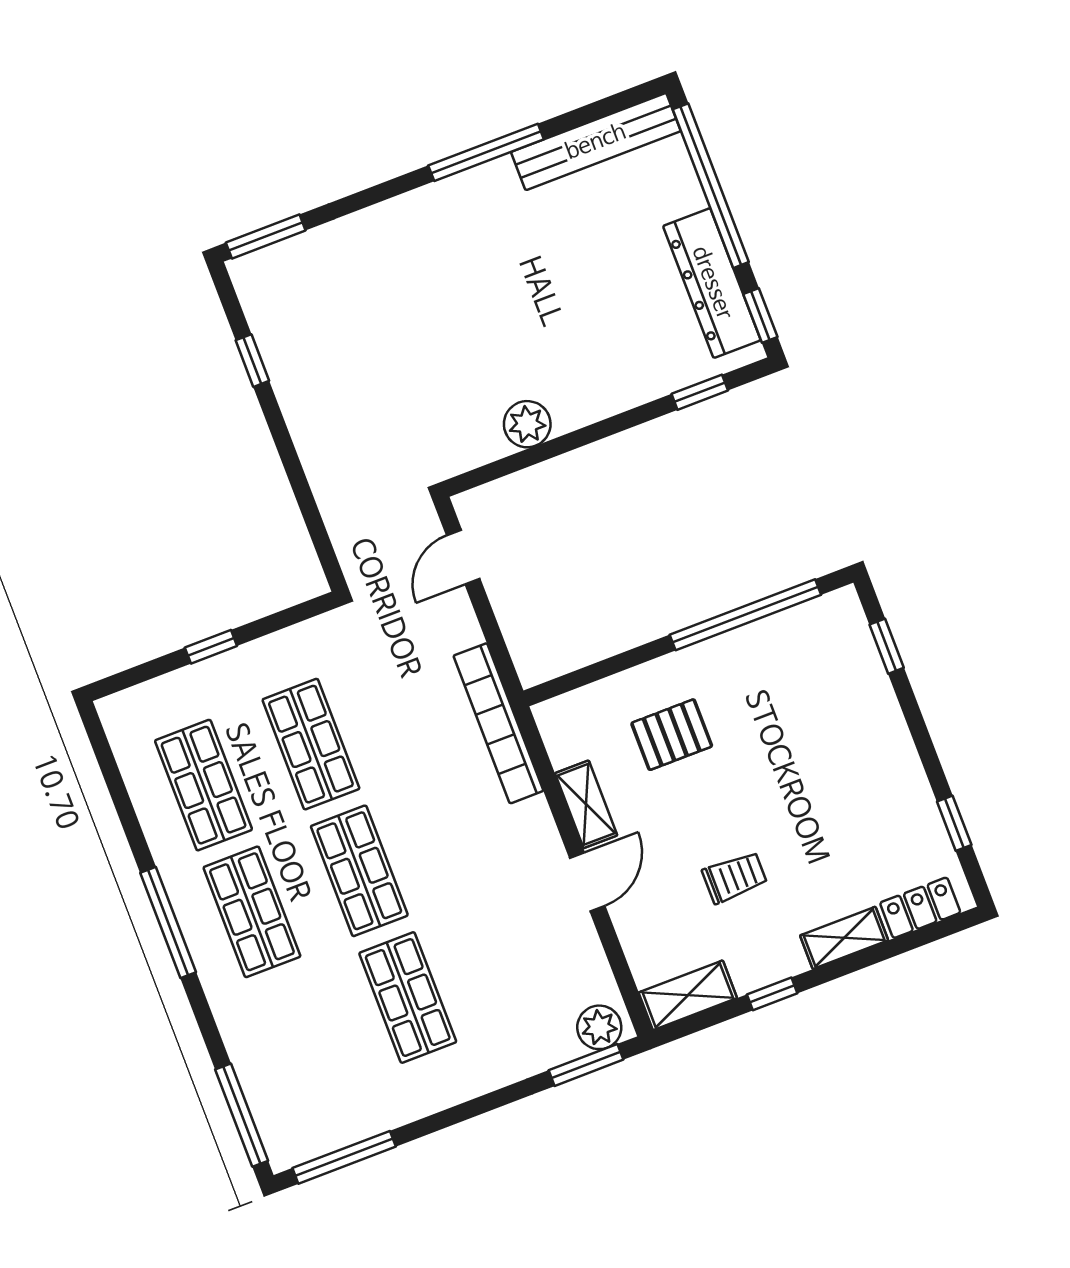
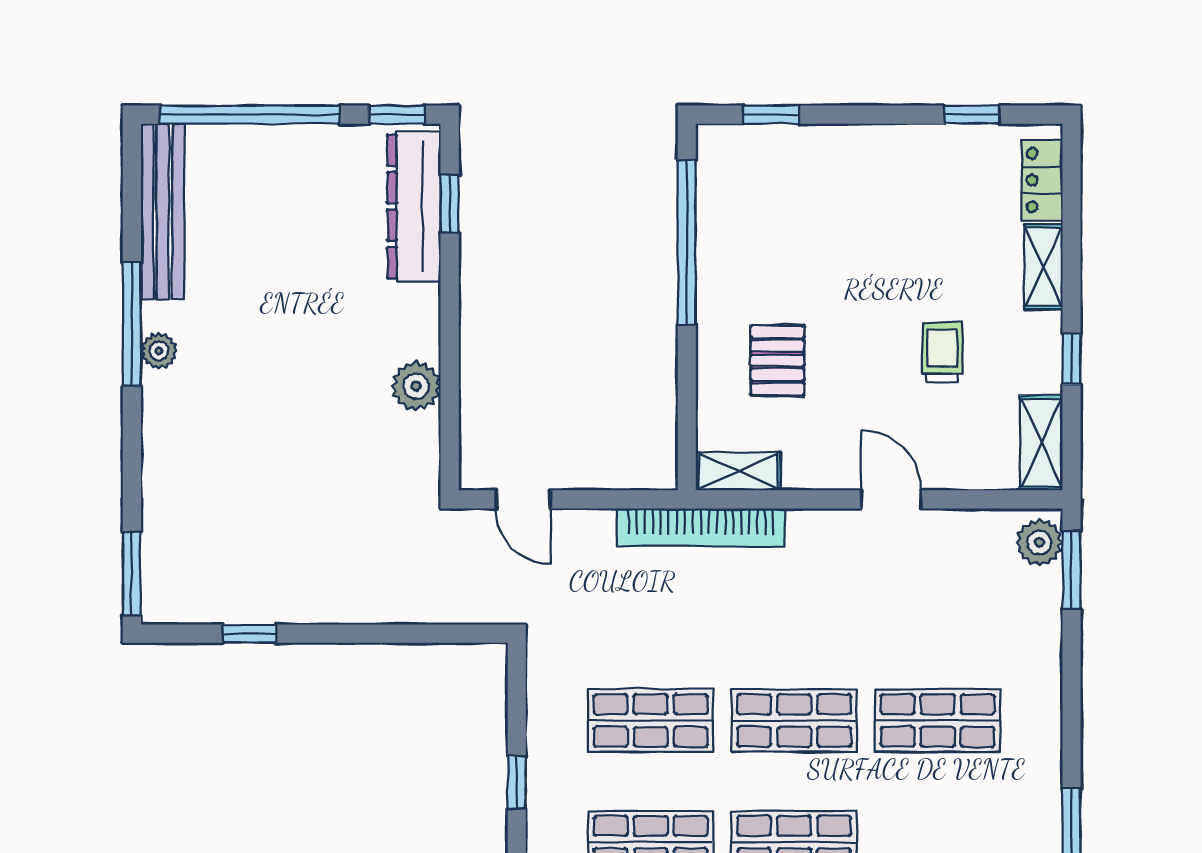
plant: (471, 185) -> (159, 351), added
dresser: (712, 283) -> (414, 206), moved, turned 90
shelving: (586, 804) -> (738, 471), moved

